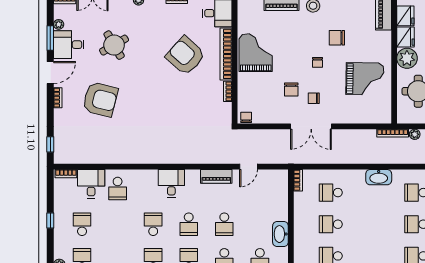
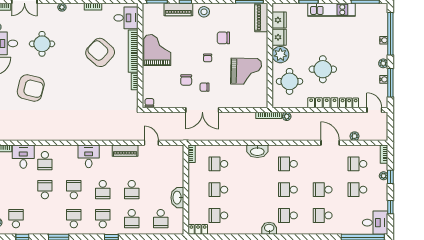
round table: (114, 45) -> (42, 44), turned 30
door: (249, 167) -> (151, 143), swing flipped
school desk: (82, 224) -> (45, 190), moved

